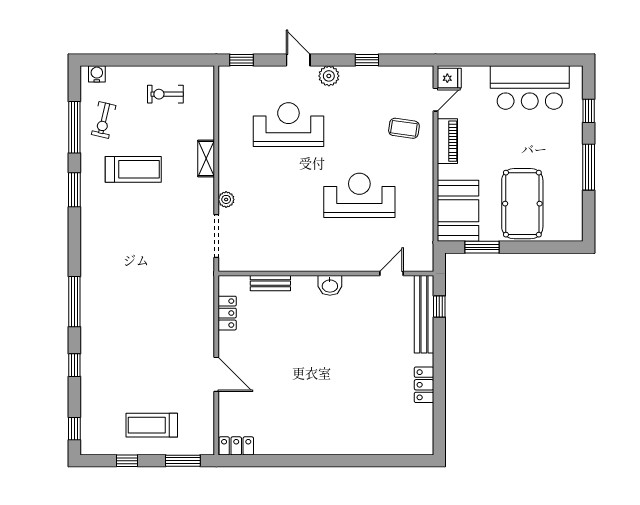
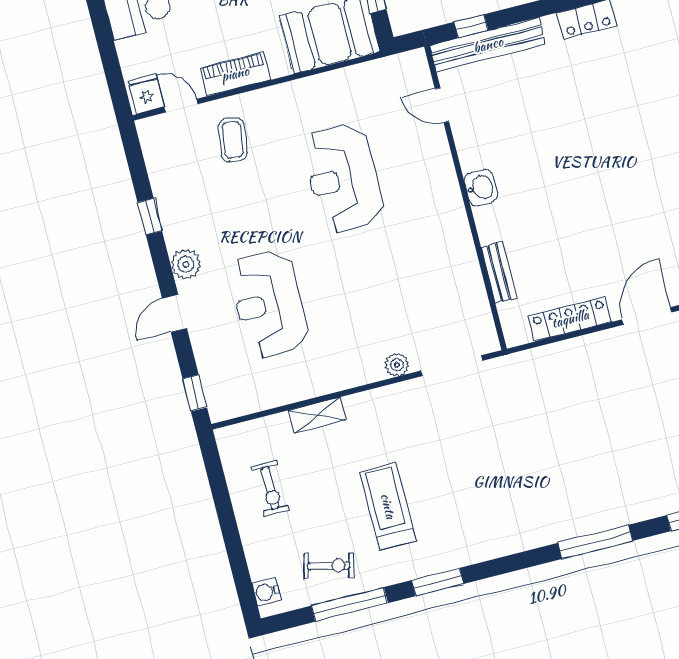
shelving: (206, 158) -> (317, 415), moved
locker: (227, 313) -> (570, 319), width x1.53

